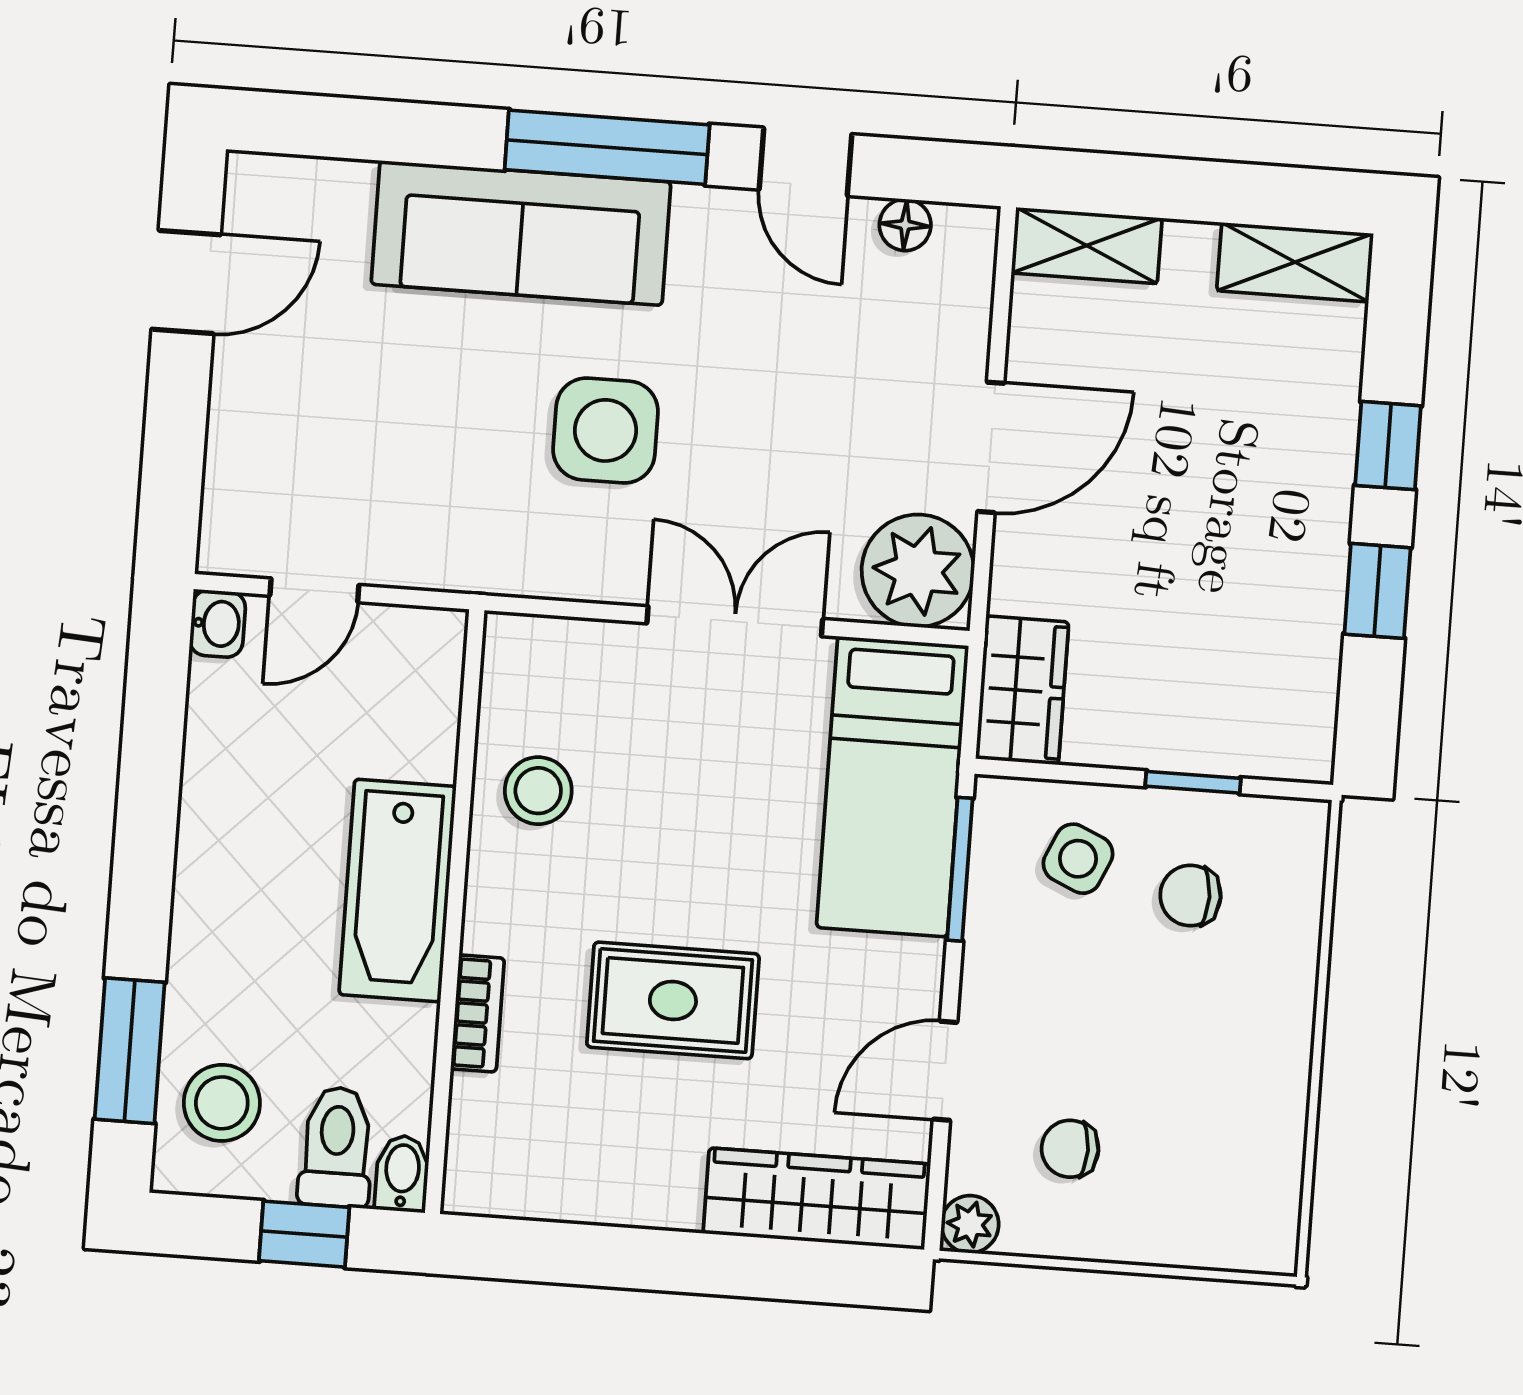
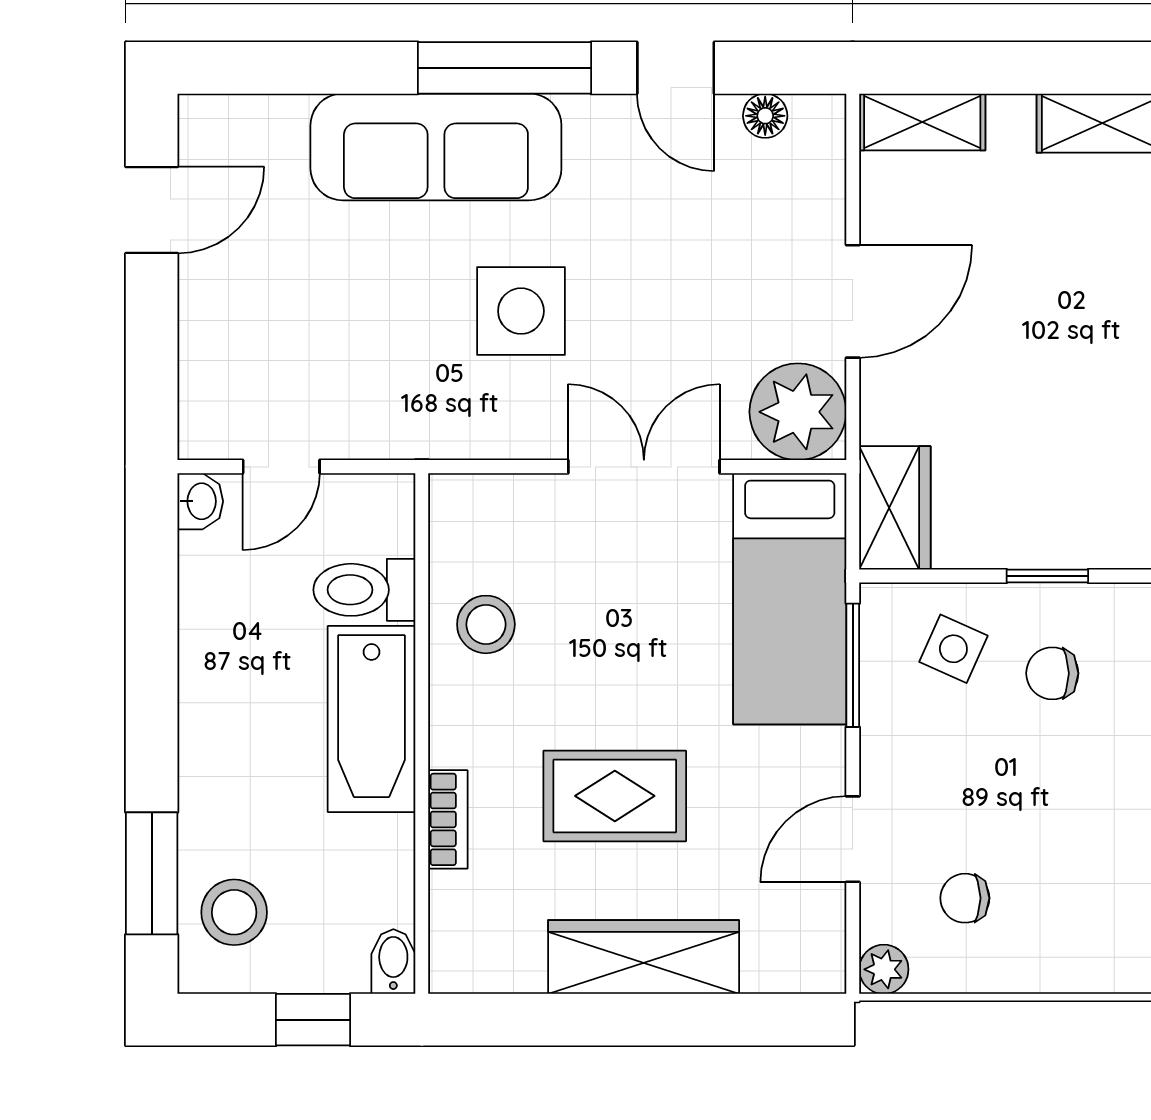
toilet: (336, 1147) -> (364, 590), moved, turned -90
wardrobe: (817, 1199) -> (644, 957), moved

